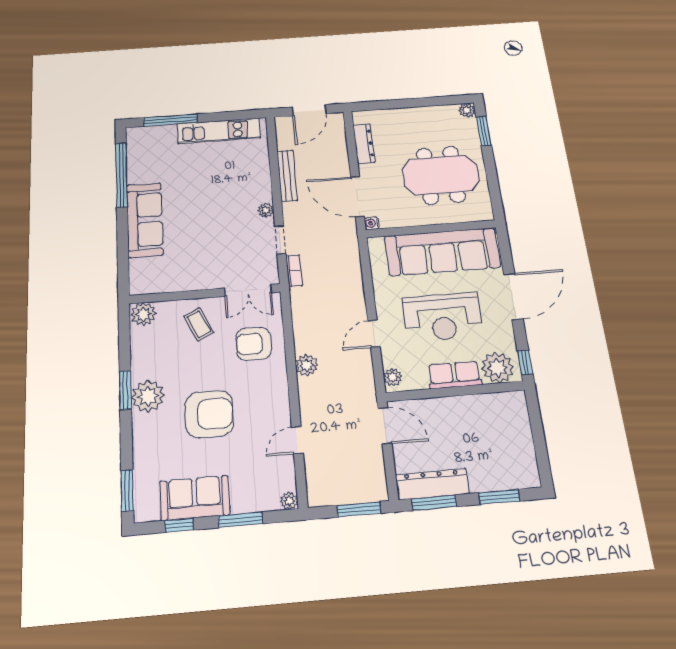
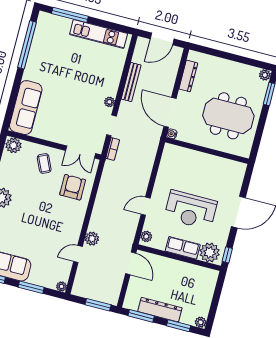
sofa: (145, 220) -> (26, 108), moved
sofa: (442, 252) -> (208, 168), removed
armchair: (254, 344) -> (73, 187), turned 90
plant: (307, 365) -> (92, 239), moved
armchair: (209, 414) -> (33, 221), removed
plant: (531, 479) -> (201, 322), added
dresser: (432, 484) -> (160, 310), moved

